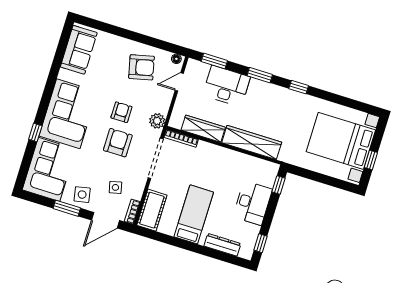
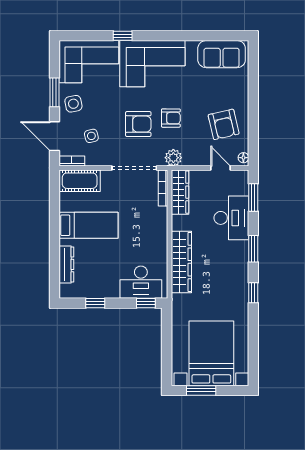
wardrobe: (203, 129) -> (180, 192), moved
window: (371, 160) -> (201, 390), width x1.50
desk: (253, 203) -> (141, 282), moved
window: (260, 243) -> (95, 303), moved

